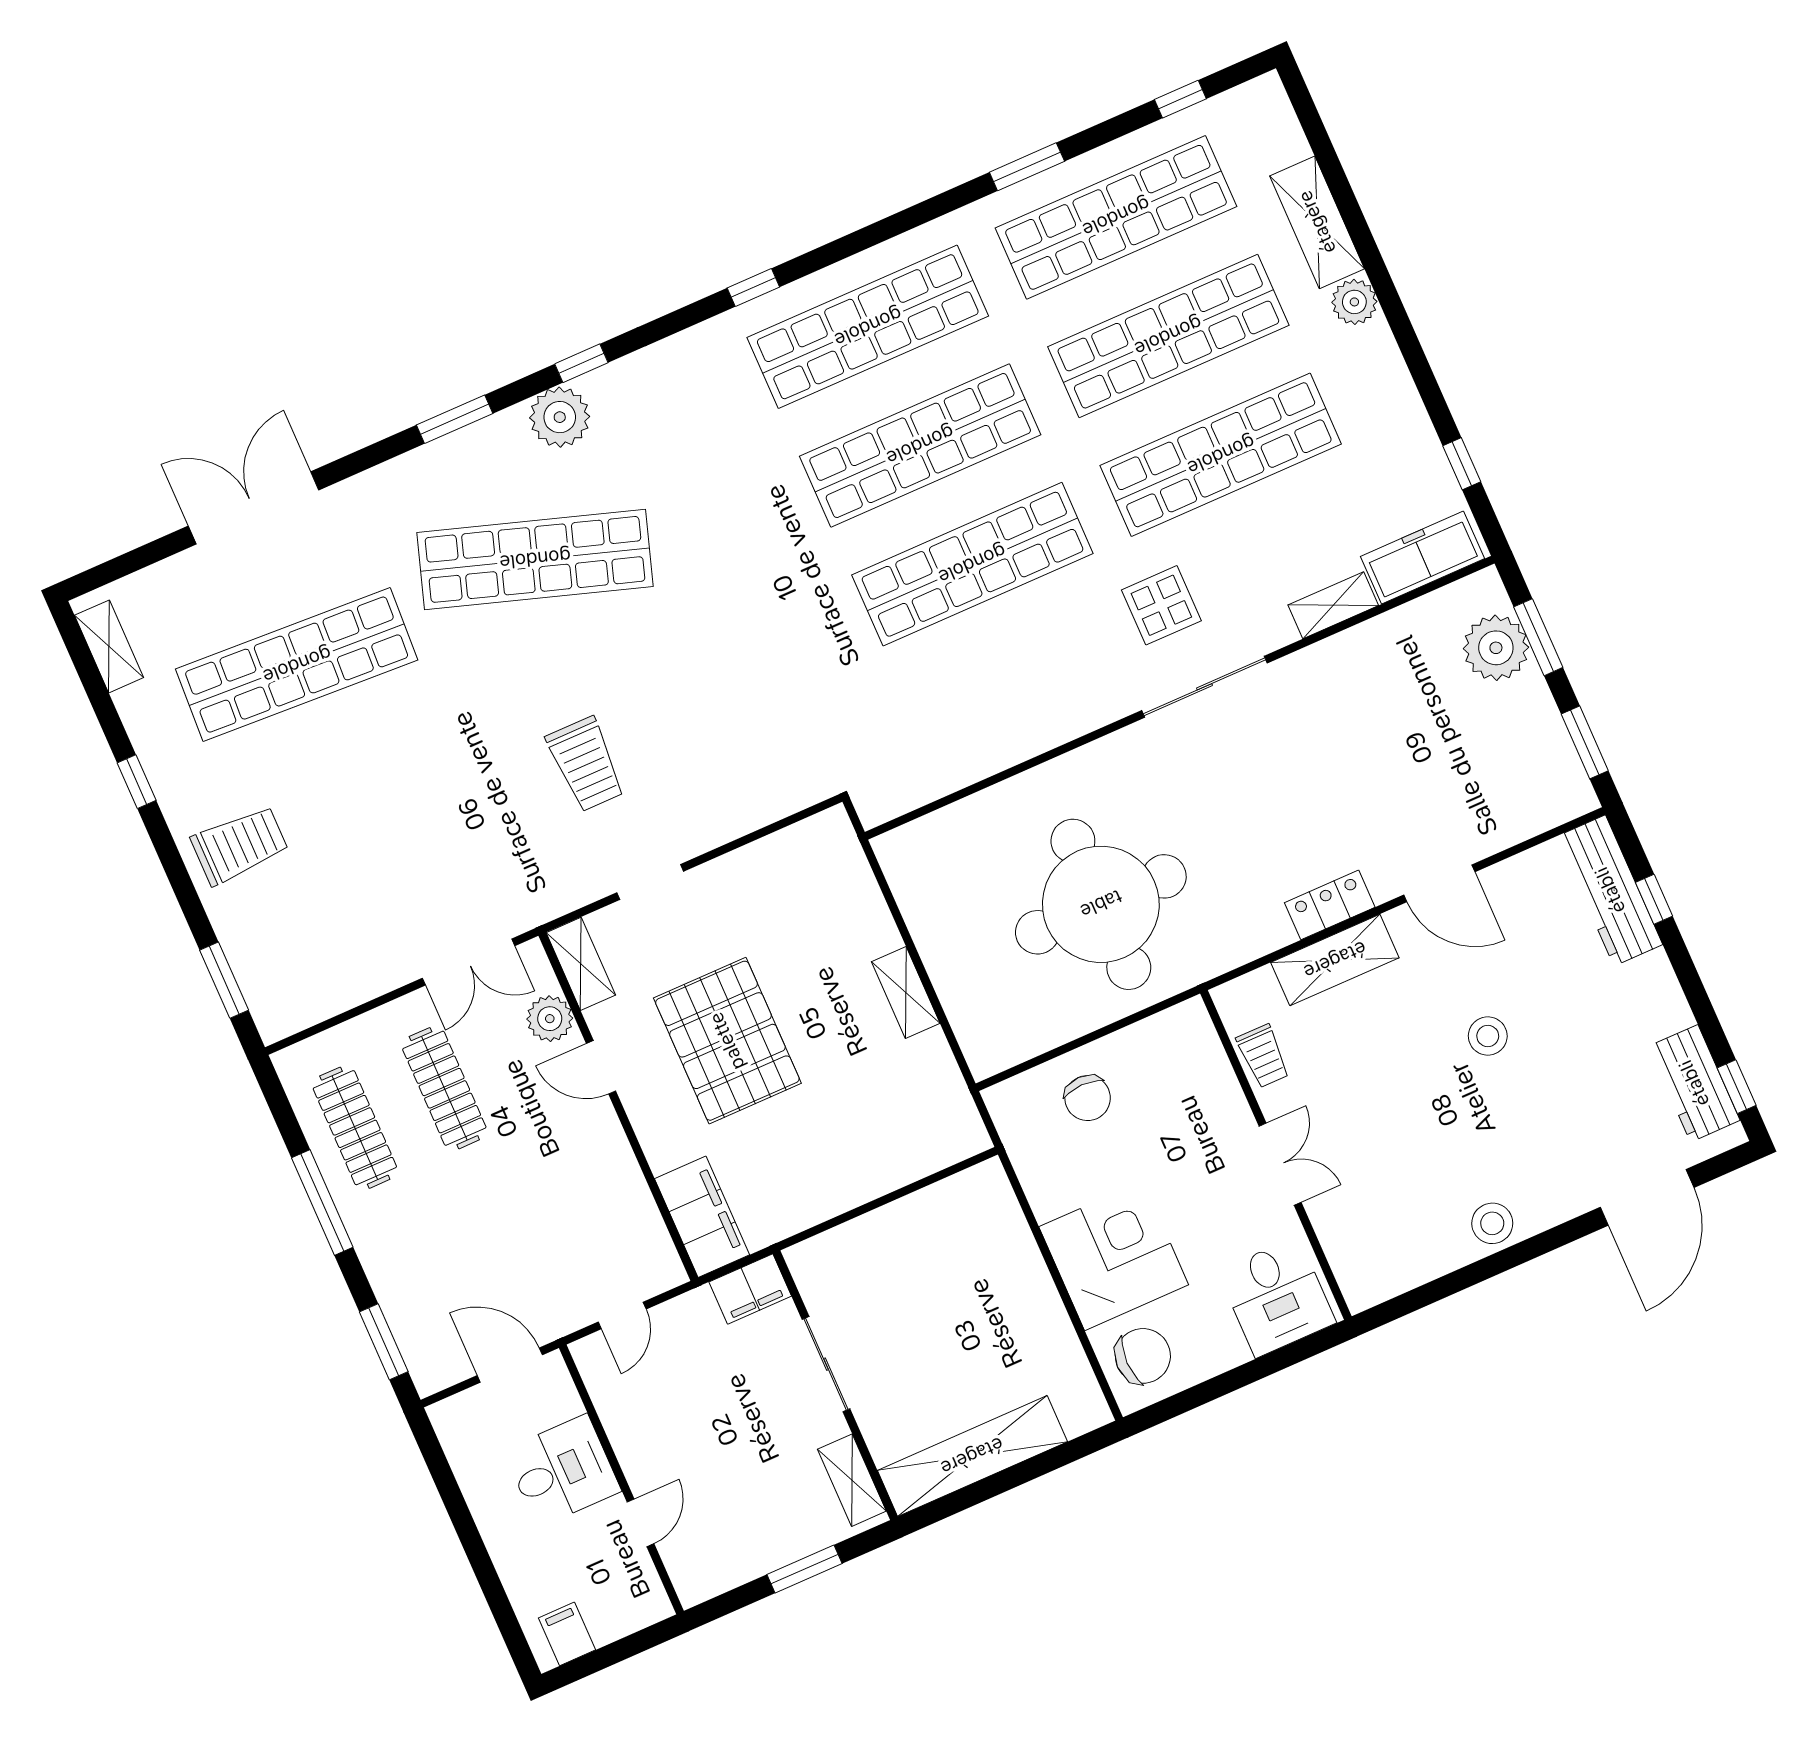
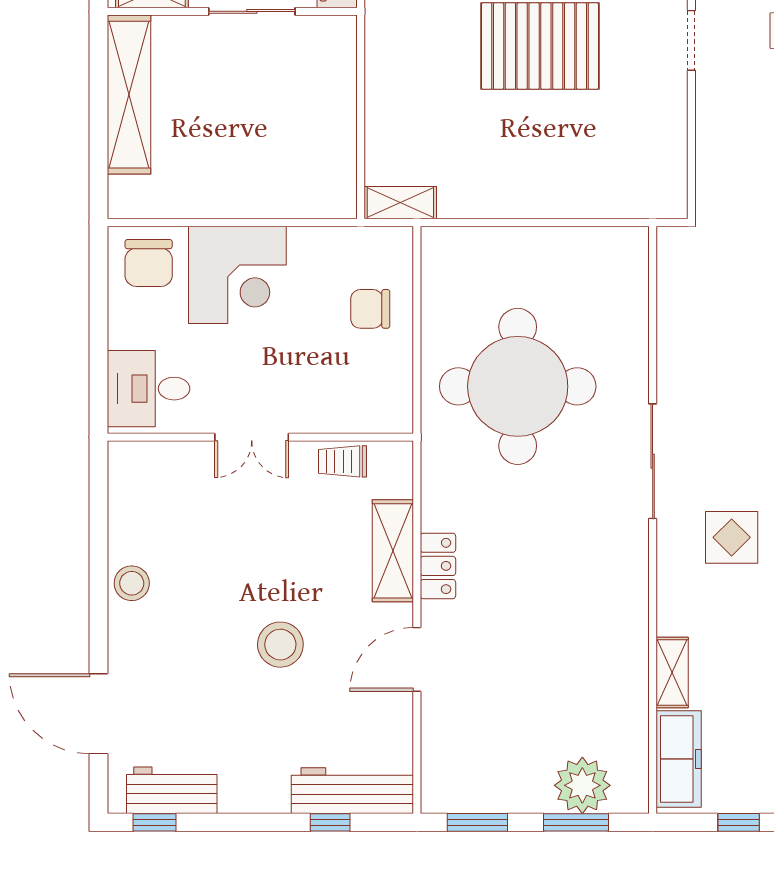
sliding door: (1205, 687) -> (653, 461), moved
shelving: (906, 993) -> (400, 203), moved
stool: (1488, 1036) -> (280, 645), width x1.38, depth x1.38

